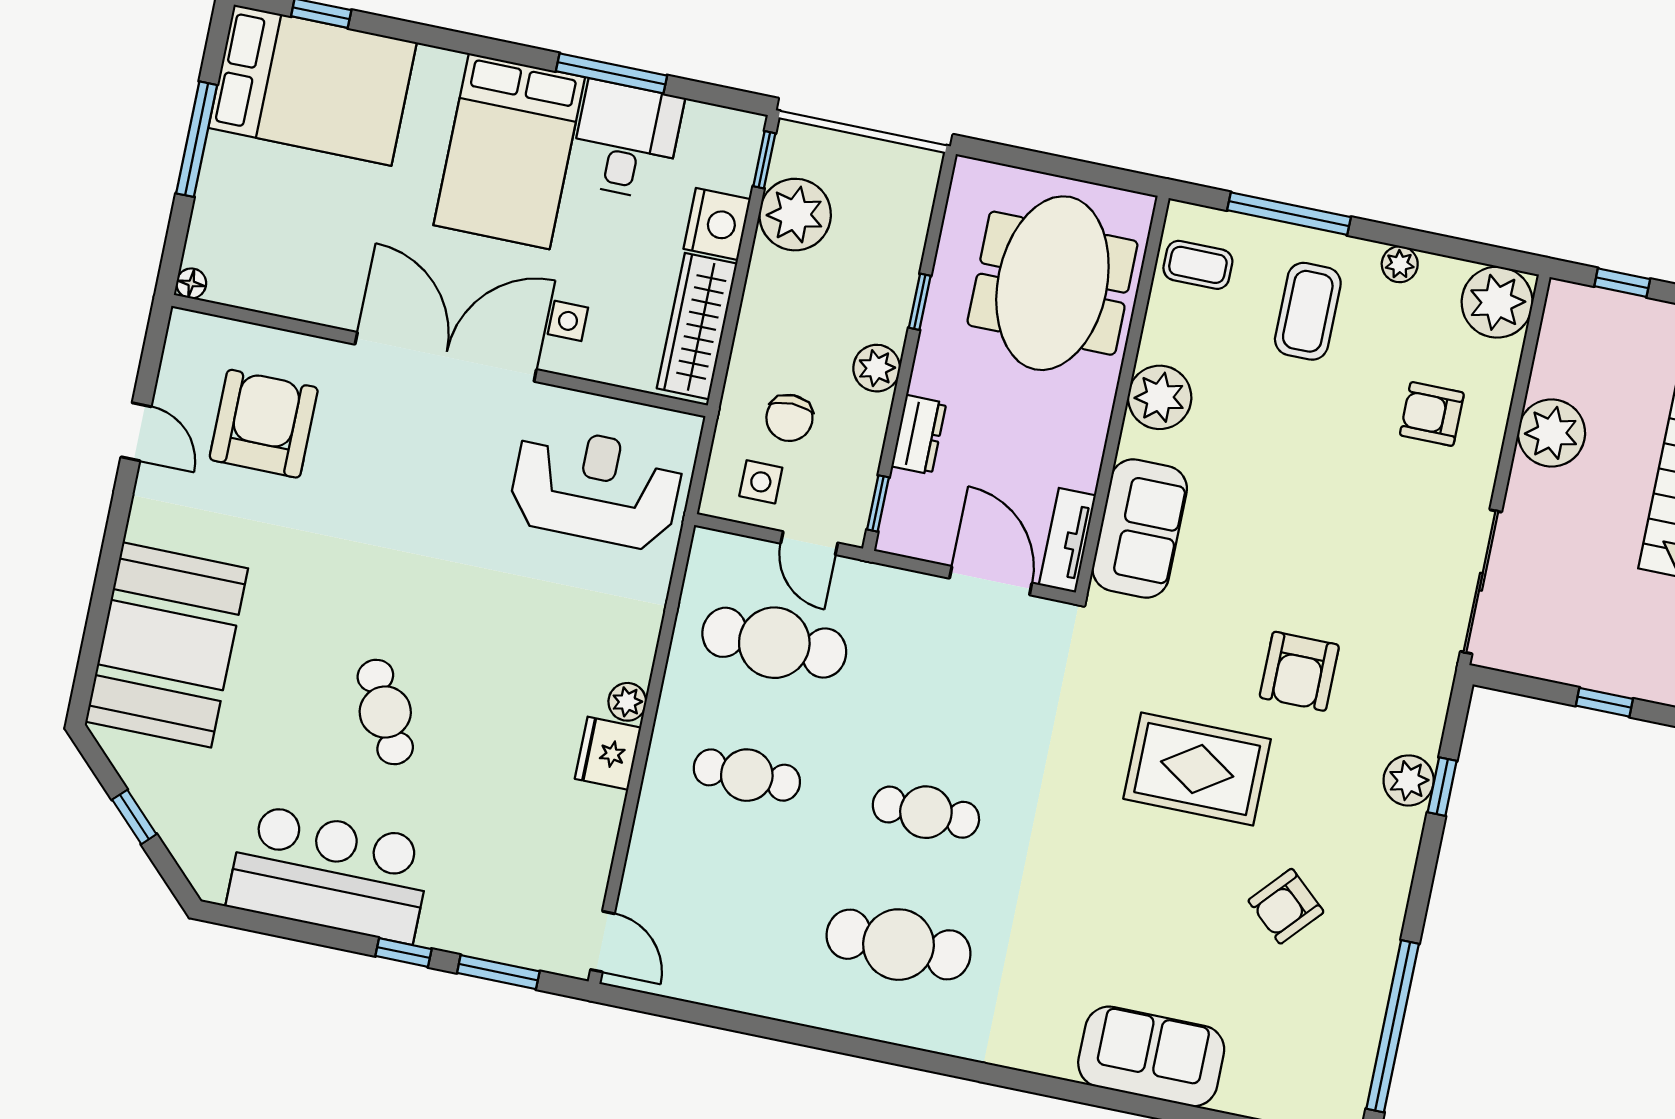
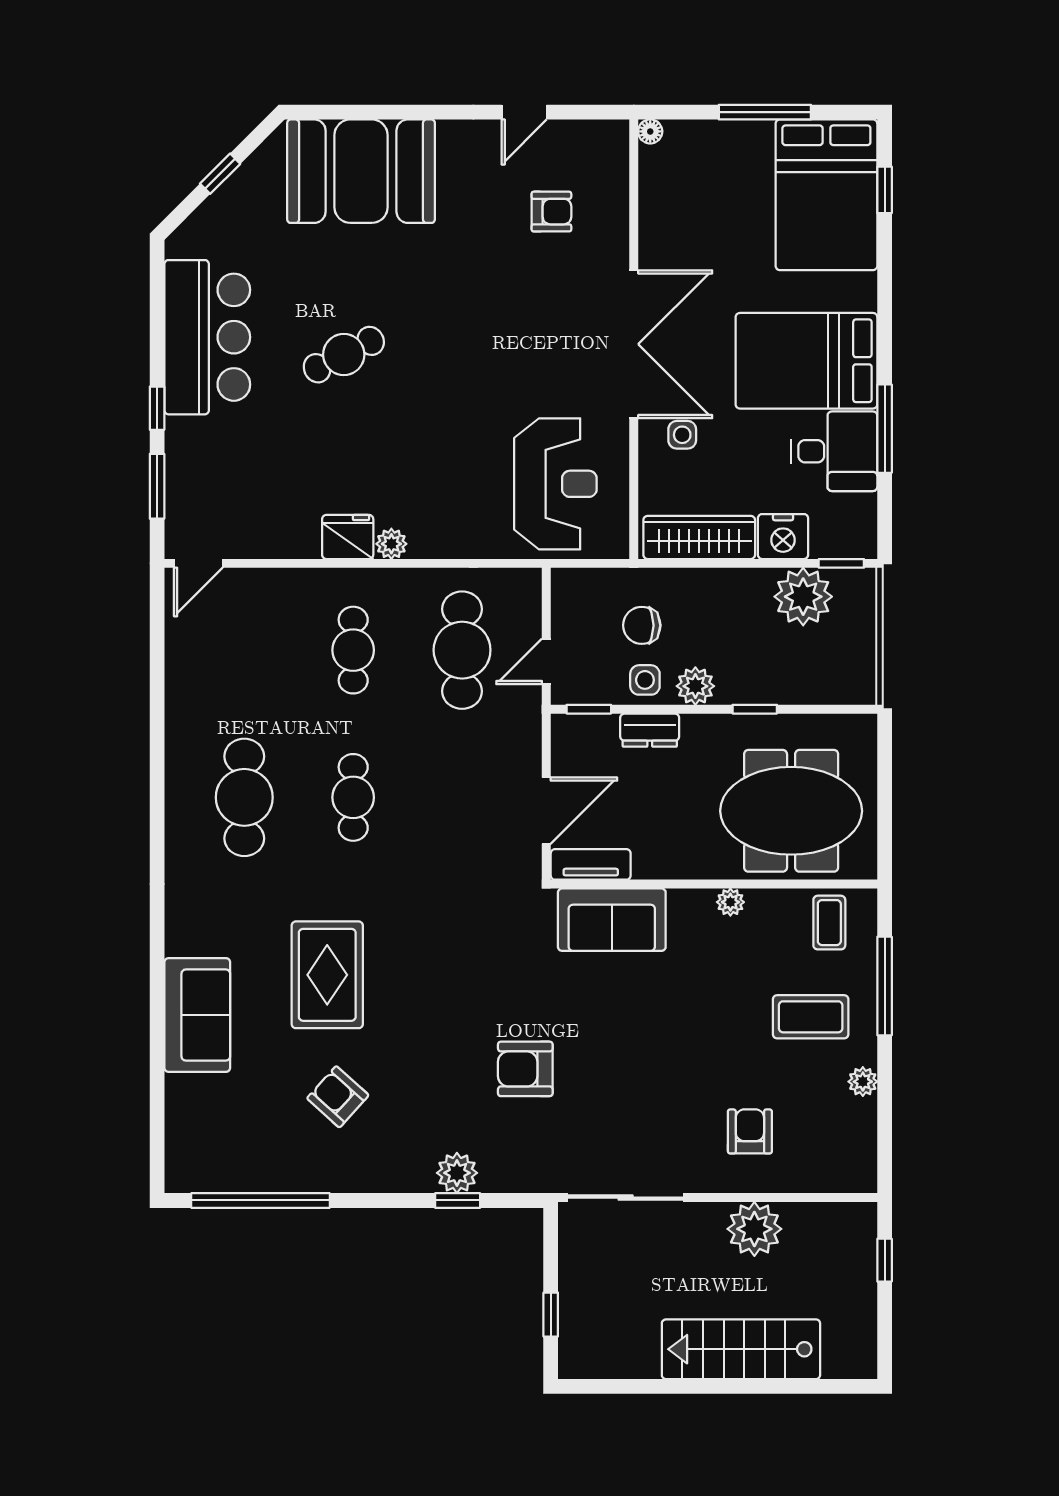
plant: (1497, 302) -> (849, 1165), removed
plant: (1160, 397) -> (730, 902), width x0.53, depth x0.53
armchair: (264, 424) -> (551, 212), width x0.53, depth x0.53
side table: (761, 482) -> (645, 680), moved
rug: (1197, 769) -> (327, 975), moved

